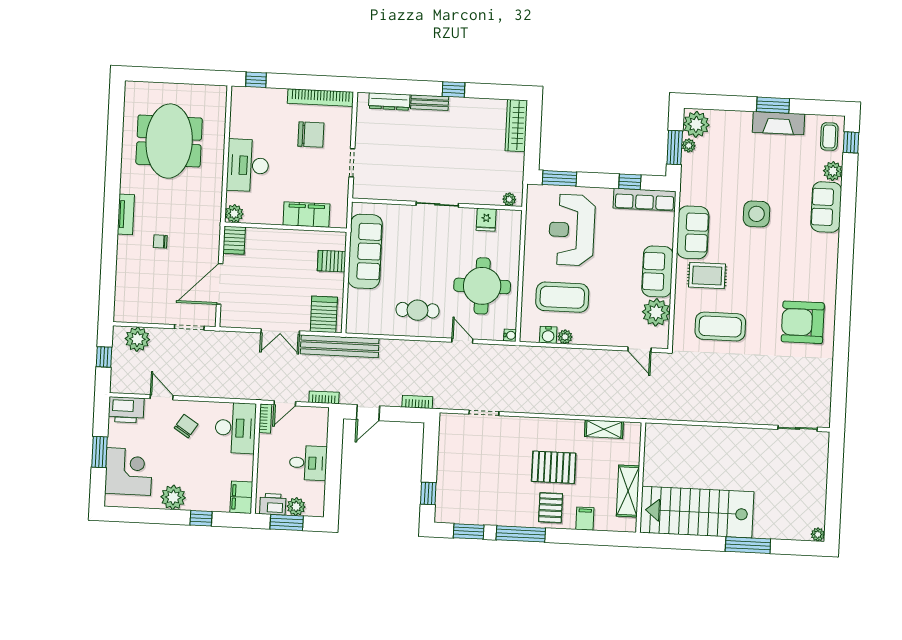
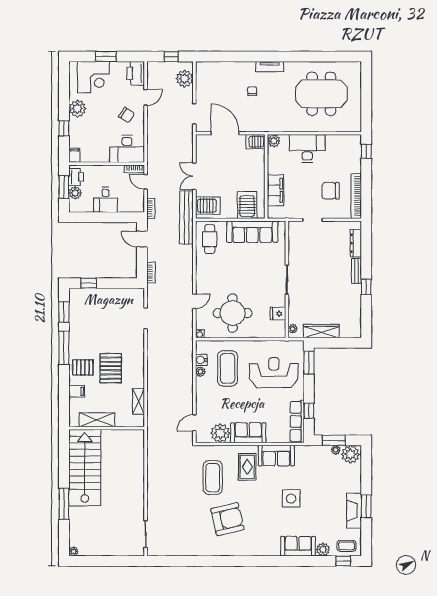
wardrobe: (516, 126) -> (321, 331), moved
chair: (311, 135) -> (331, 191), turned 90
server rack: (332, 261) -> (247, 205), width x1.36, depth x1.44
cafe table: (418, 310) -> (210, 239), moved
armchair: (803, 322) -> (227, 519), moved, turned 77
filing cabinet: (241, 497) -> (74, 155), width x0.50

